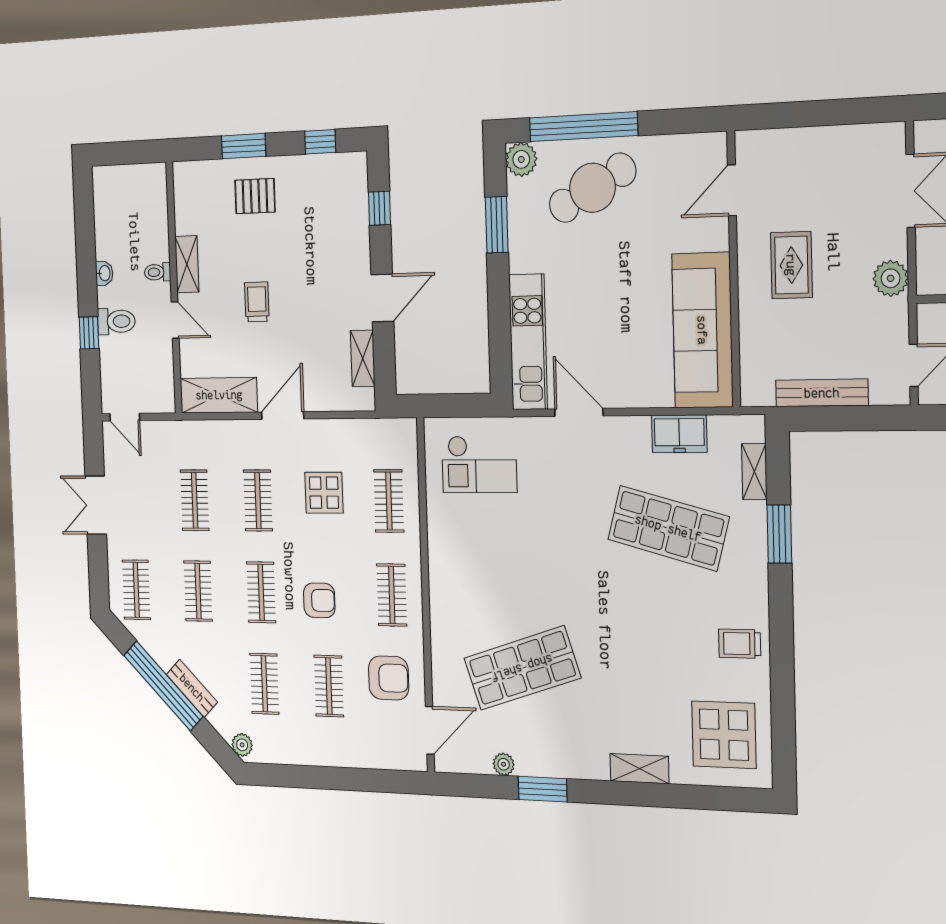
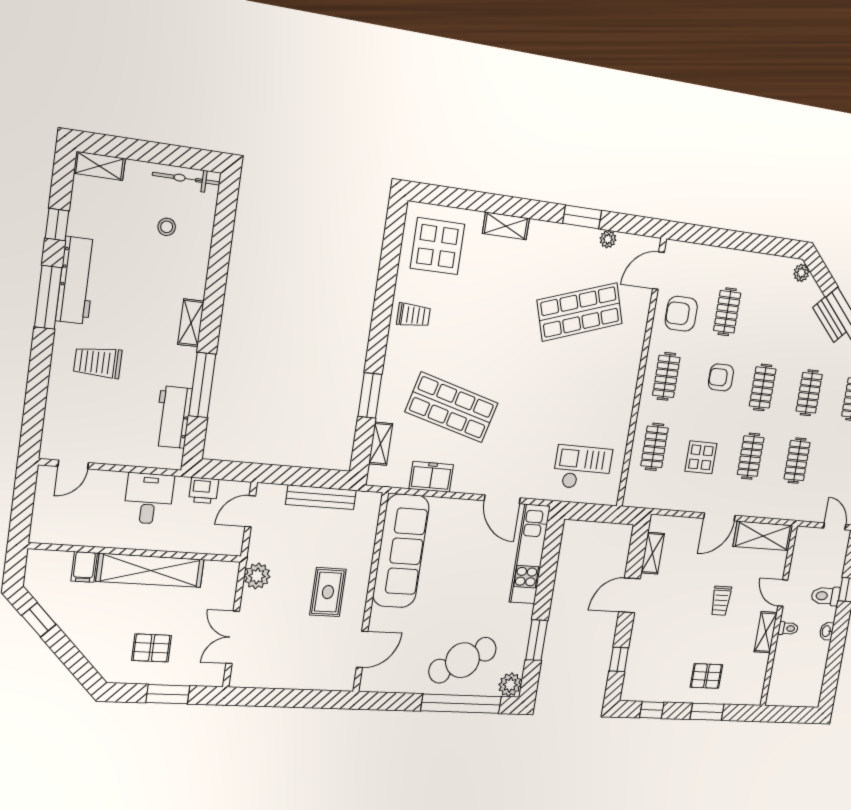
clothes rail: (264, 684) -> (775, 318), removed

